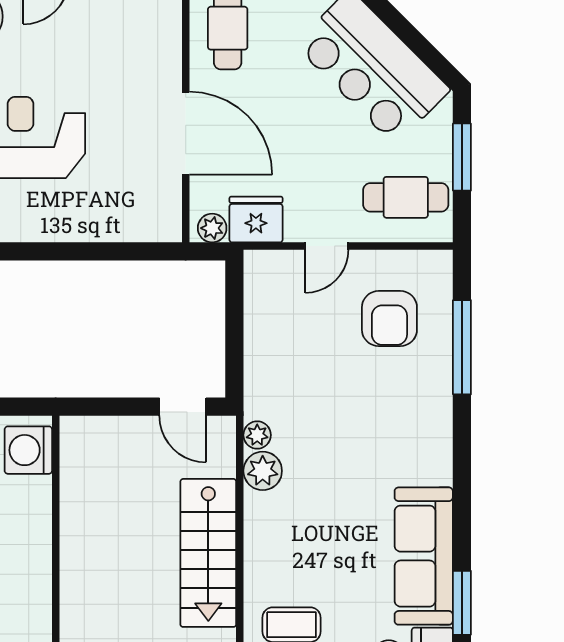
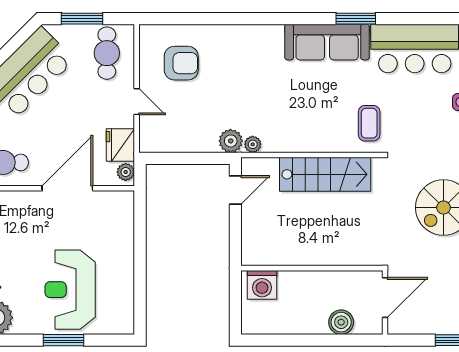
window: (462, 347) -> (199, 19), removed
plant: (263, 471) -> (231, 141), moved

